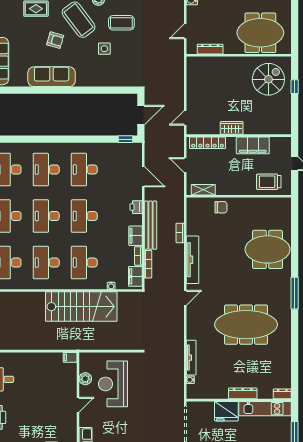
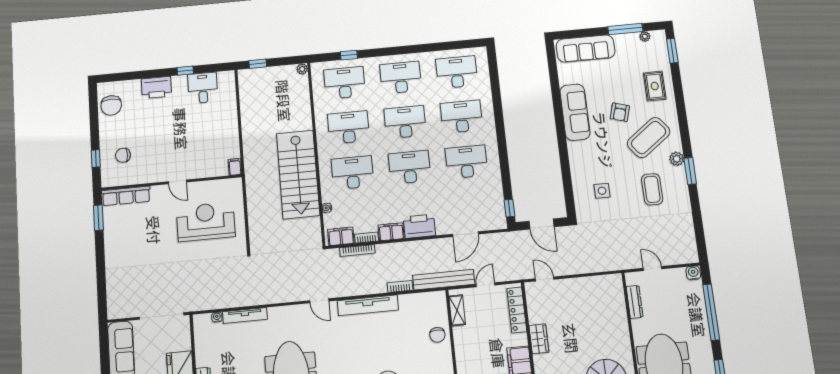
side table: (104, 49) -> (602, 191), moved
printer: (136, 207) -> (419, 226), width x1.87, depth x1.48
bench: (150, 225) -> (444, 280), moved
plant: (85, 379) -> (210, 188), removed

